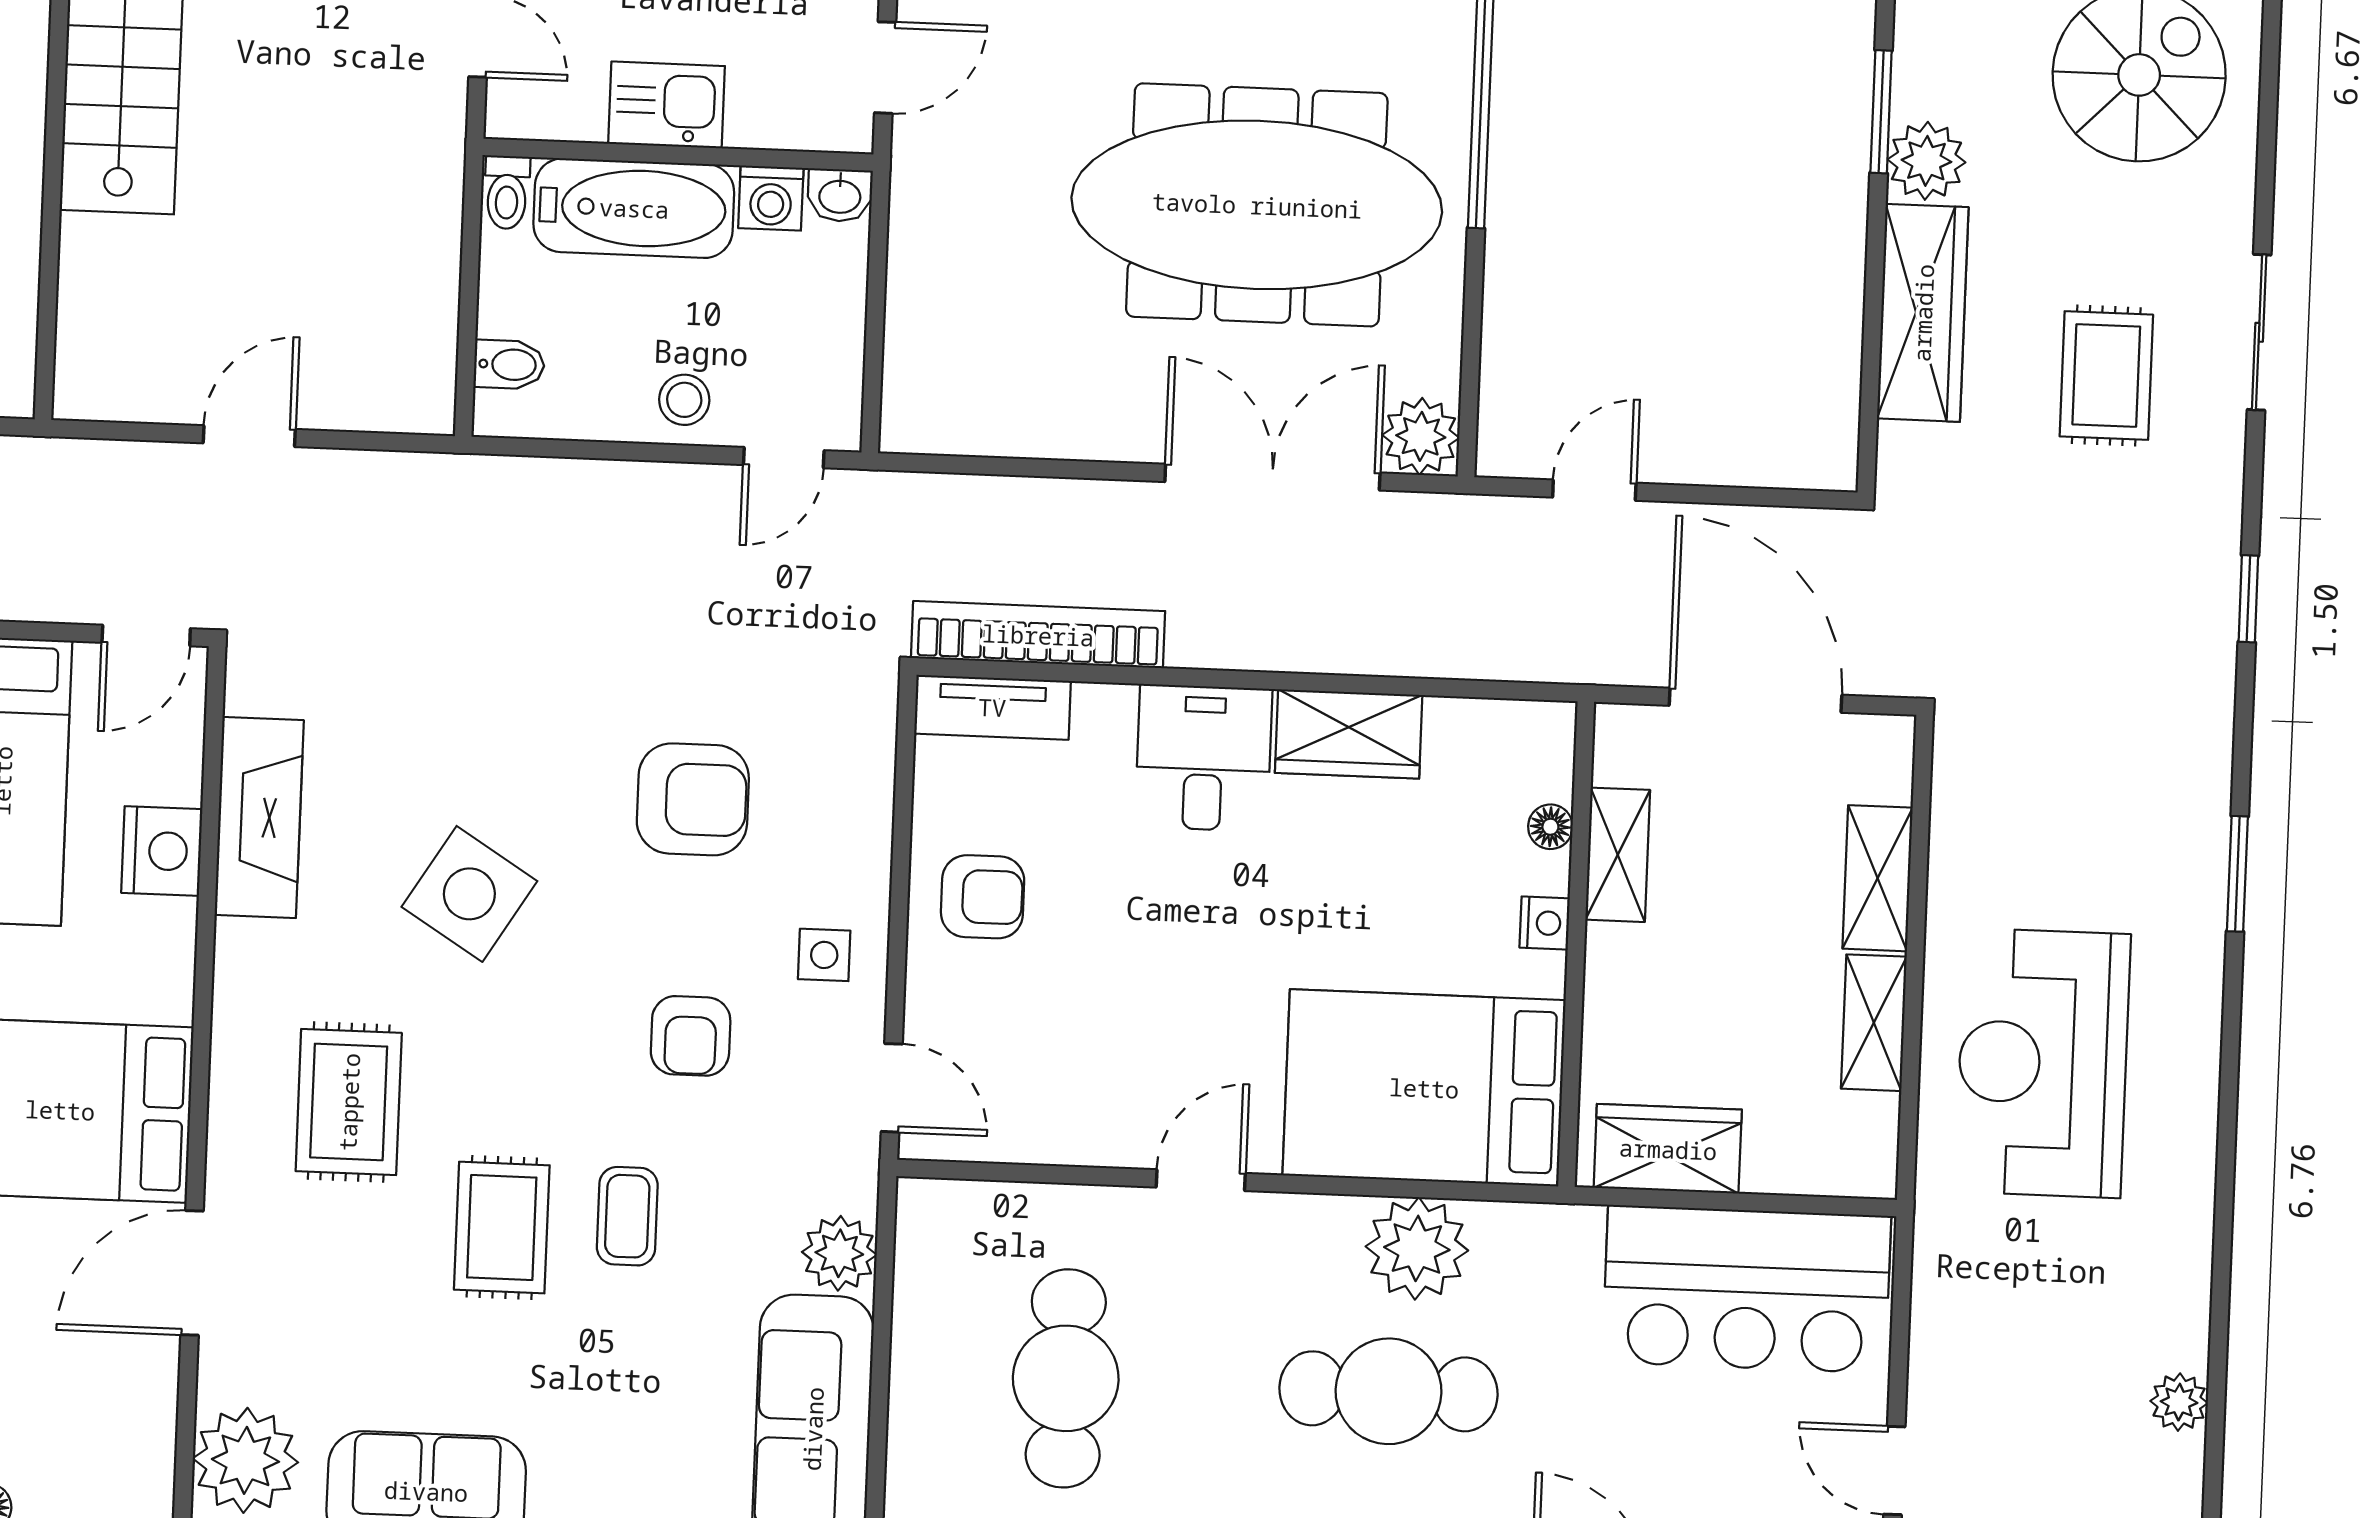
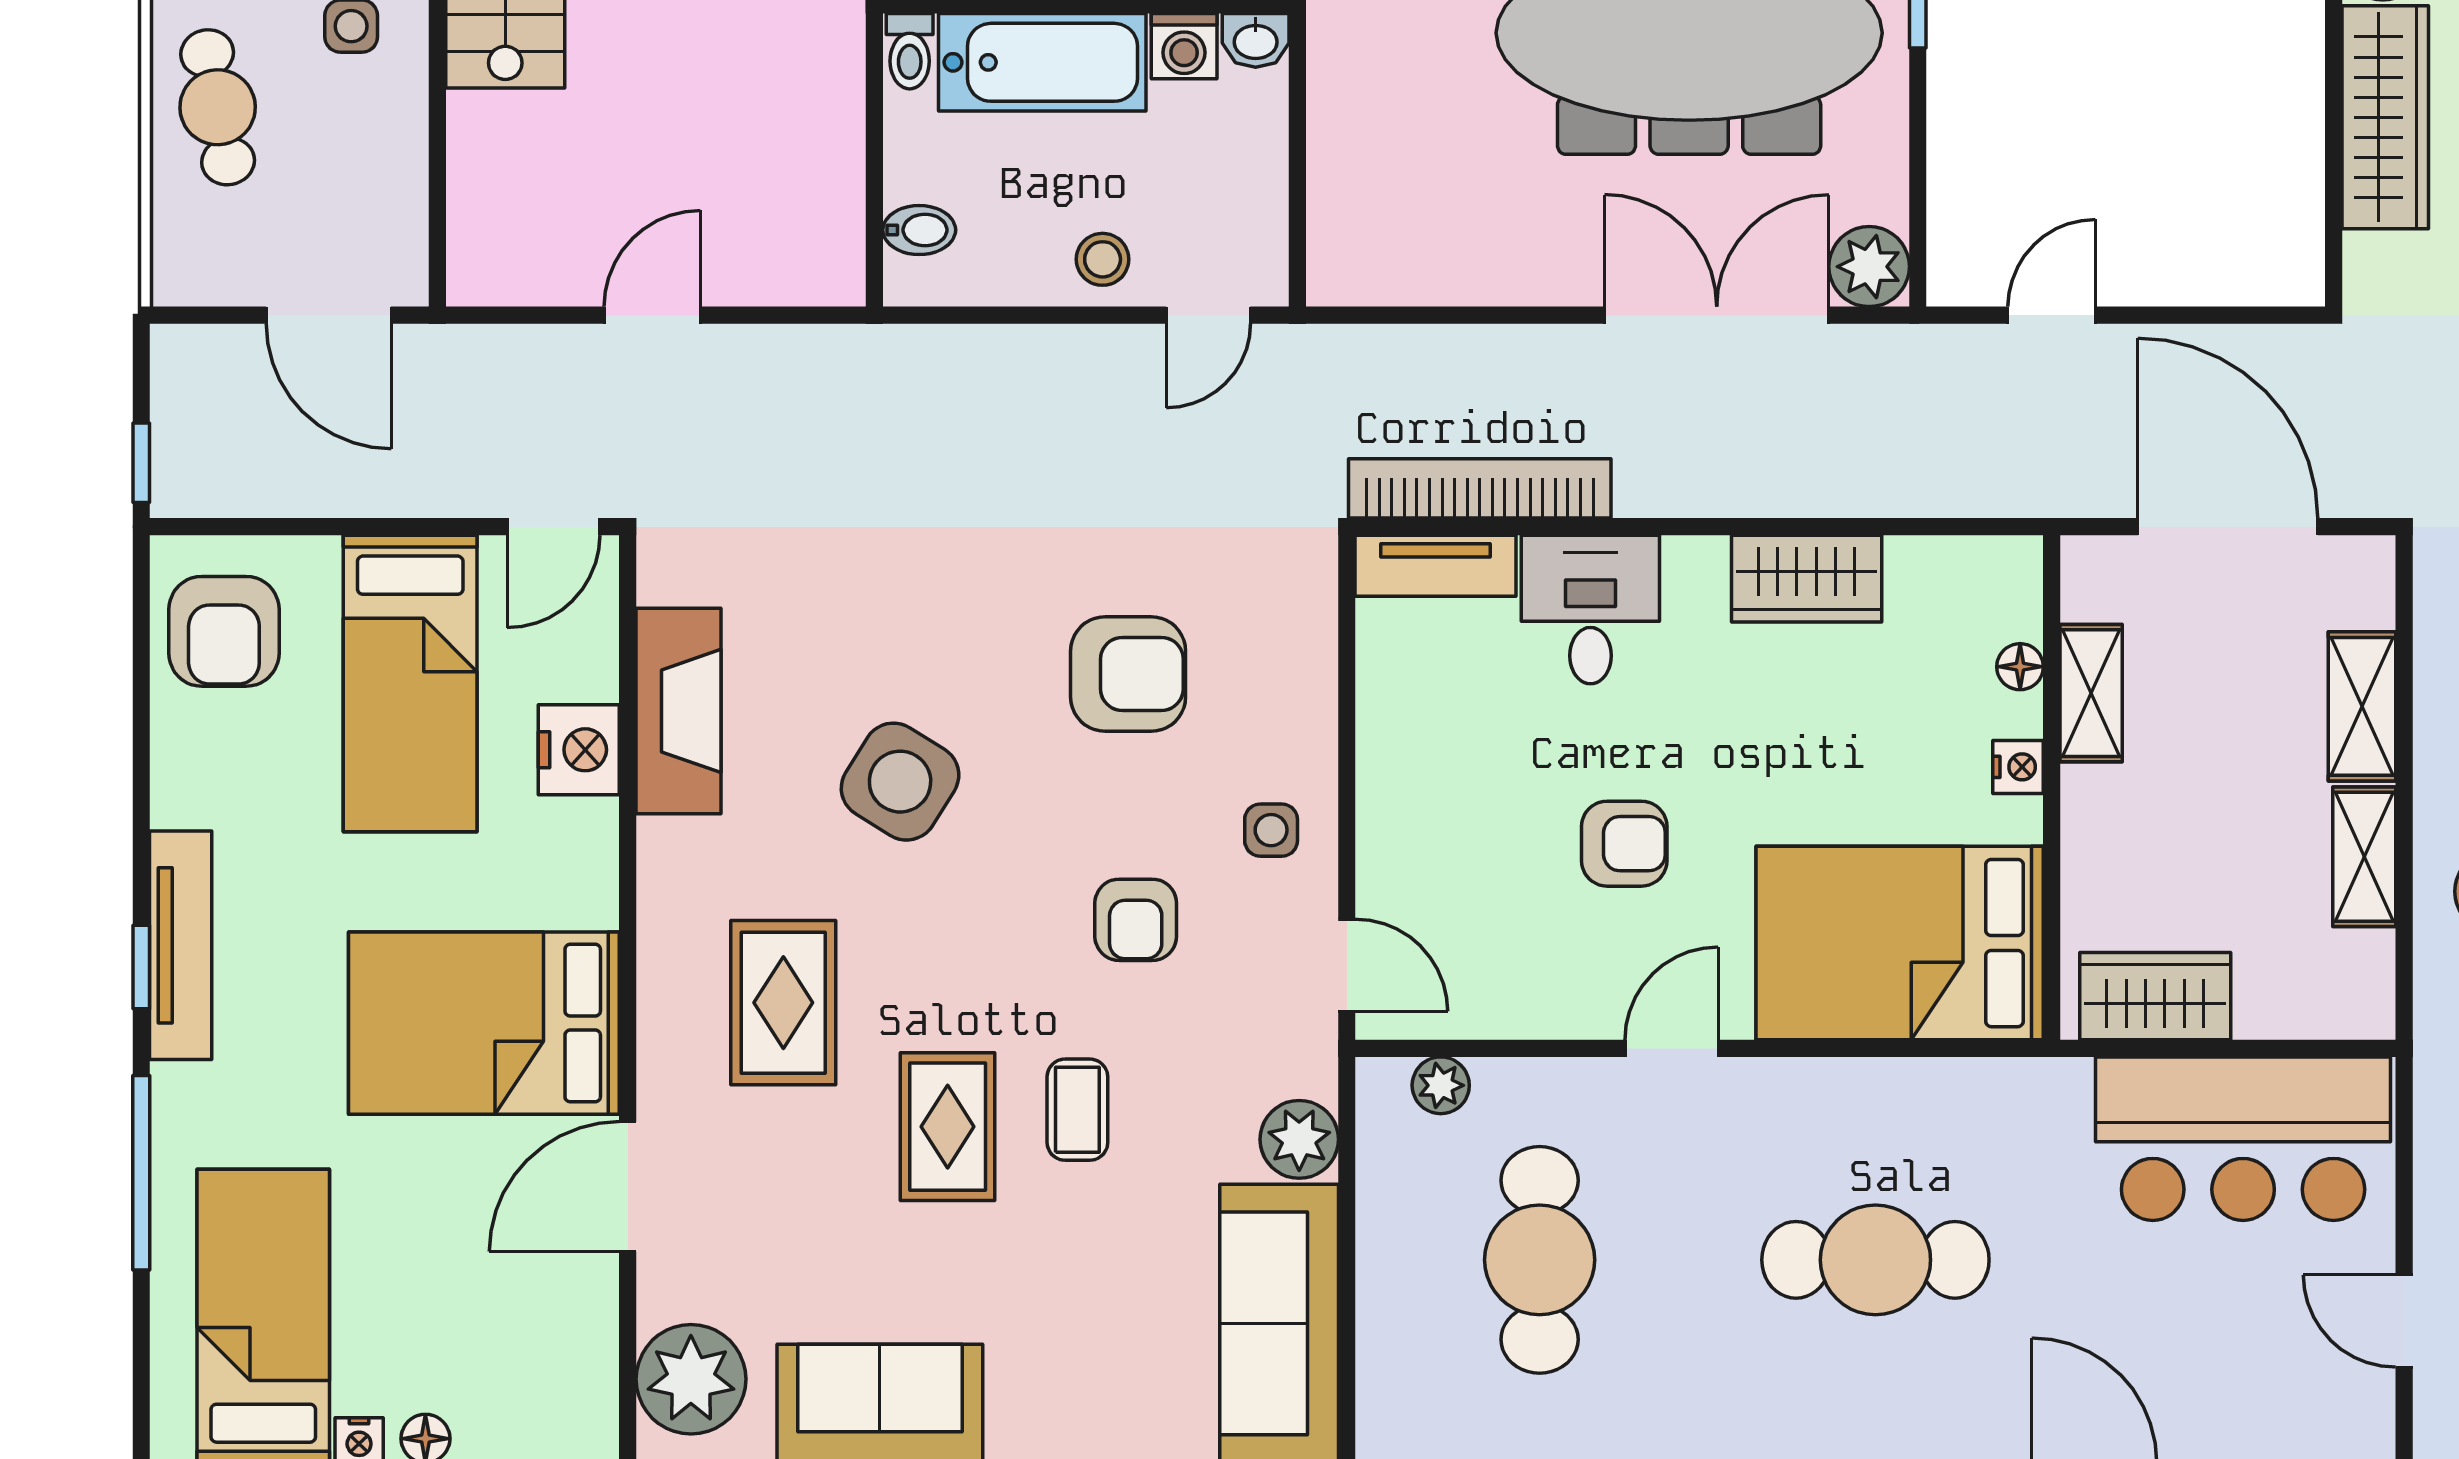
desk: (1204, 758) -> (1590, 610), moved
armchair: (983, 897) -> (1624, 844), moved
plant: (1417, 1248) -> (1441, 1085), moved, width x0.53, depth x0.53

